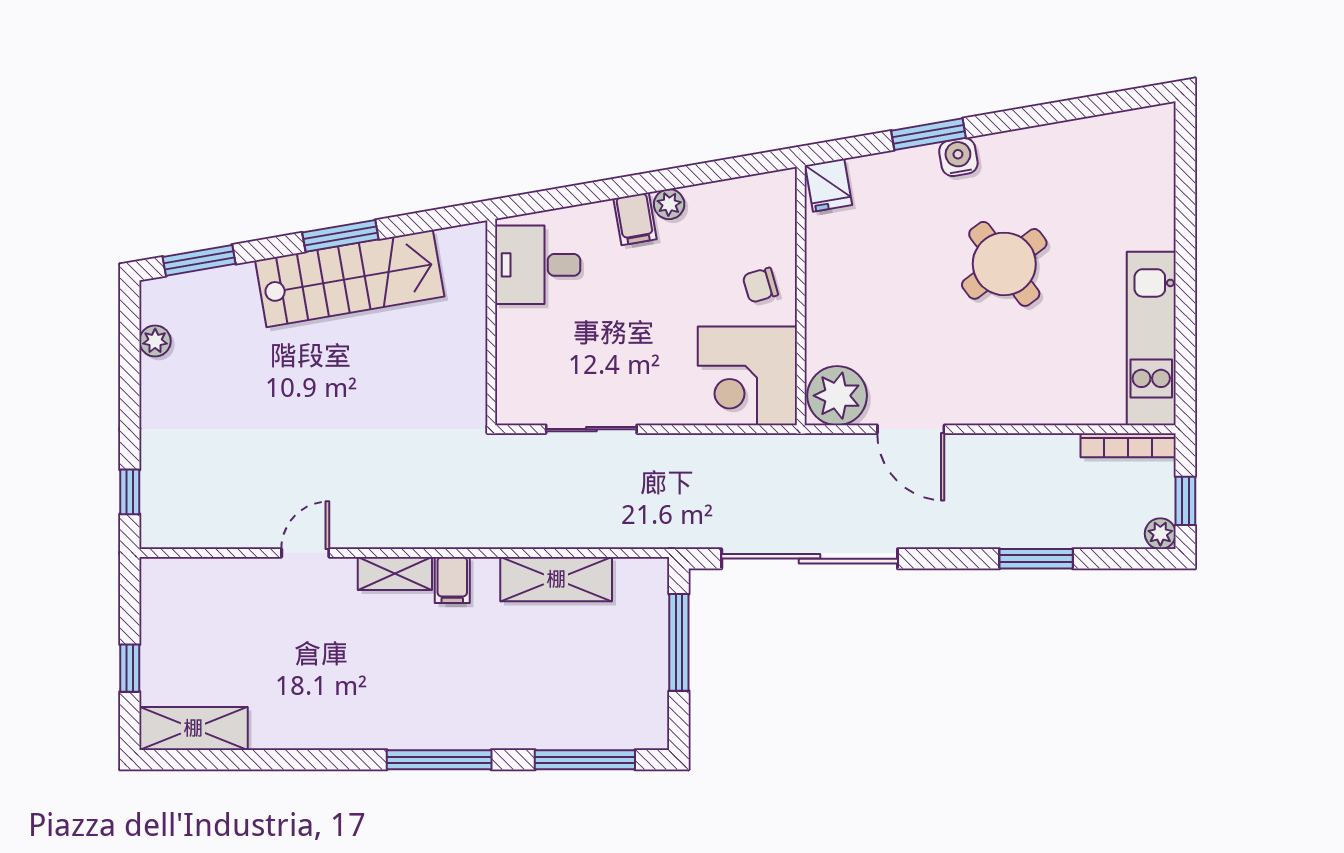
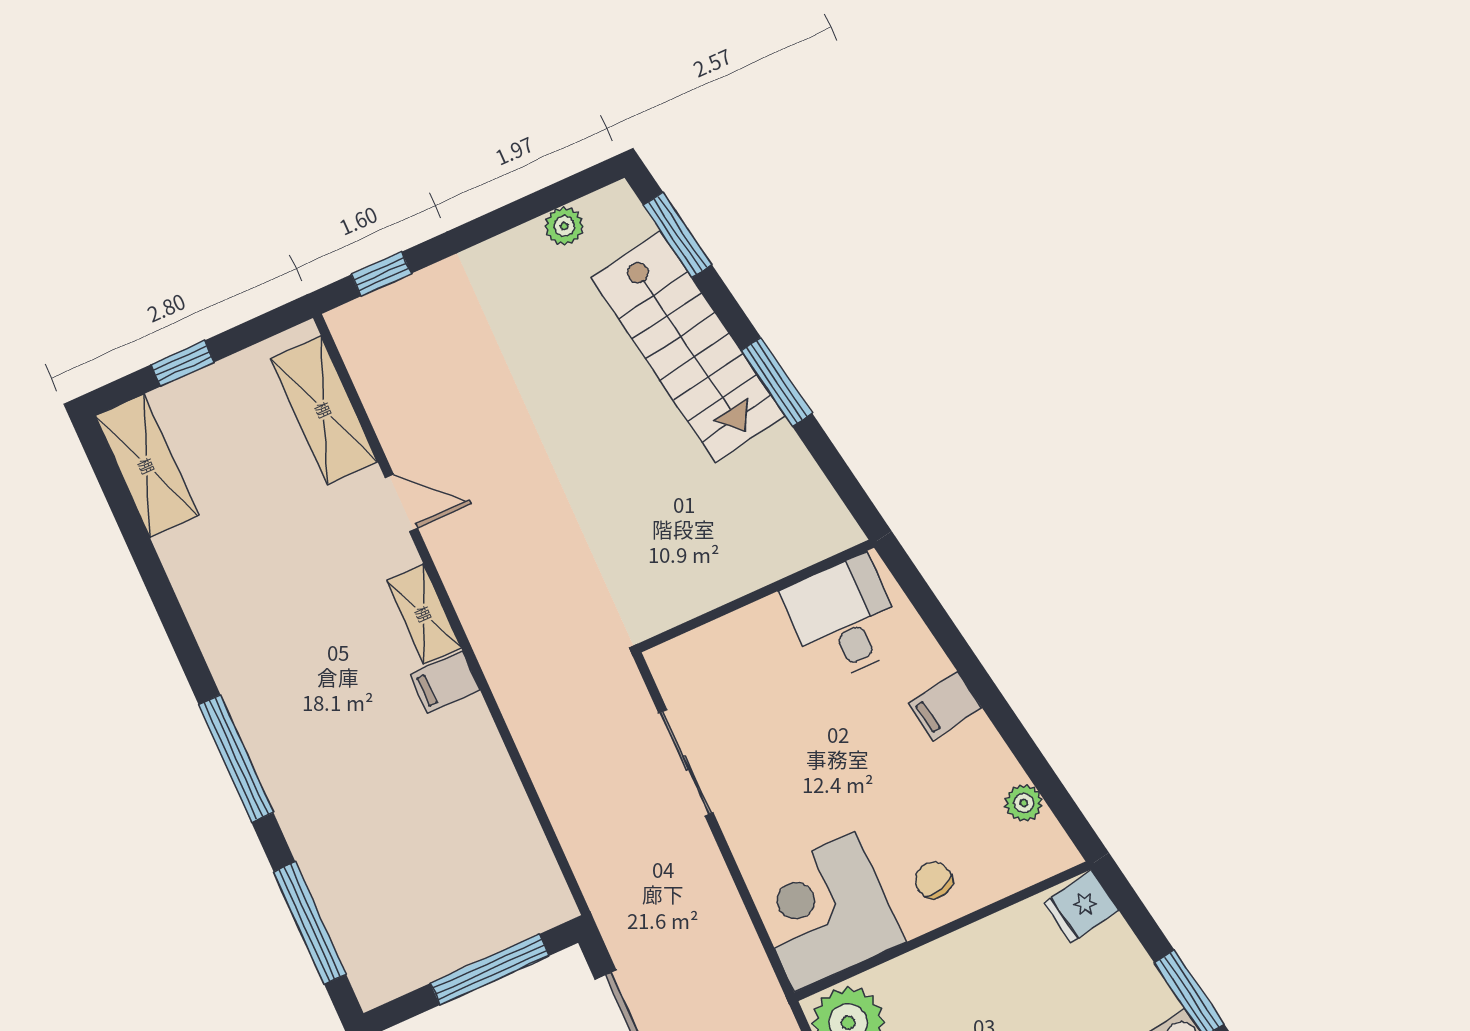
plant: (669, 204) -> (1024, 803), moved
stairs: (350, 279) -> (688, 347), moved
shelving: (556, 579) -> (324, 410), moved

